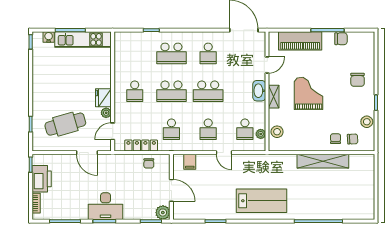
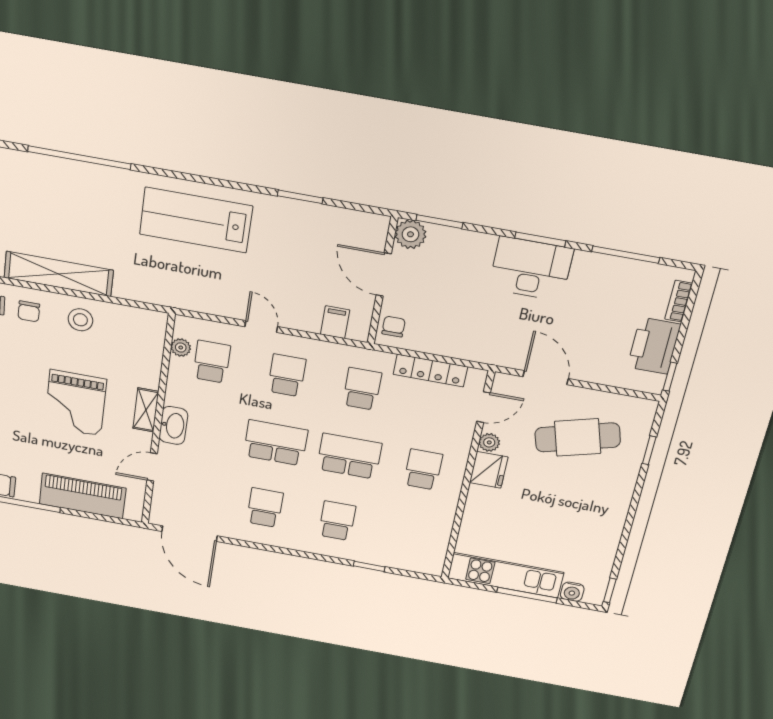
school desk: (171, 53) -> (337, 521), width x0.54
stool: (277, 132) -> (80, 320), moved
chair: (149, 163) -> (394, 327), moved

